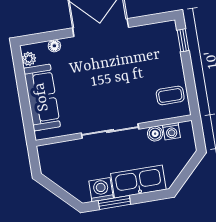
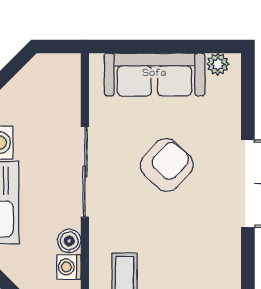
floor lamp: (54, 46) -> (232, 107), removed
armchair: (97, 80) -> (167, 165), added

